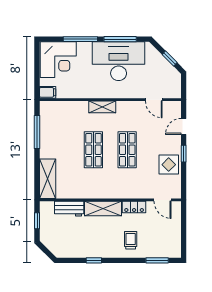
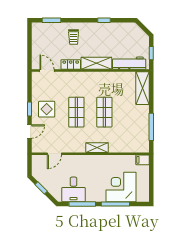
corner desk: (58, 60) -> (121, 187), moved
desk: (119, 61) -> (74, 189), width x0.53, depth x0.77
door: (154, 100) -> (54, 154), swing flipped
display table: (169, 165) -> (47, 109), moved
workbench: (69, 209) -> (129, 63), width x1.38

